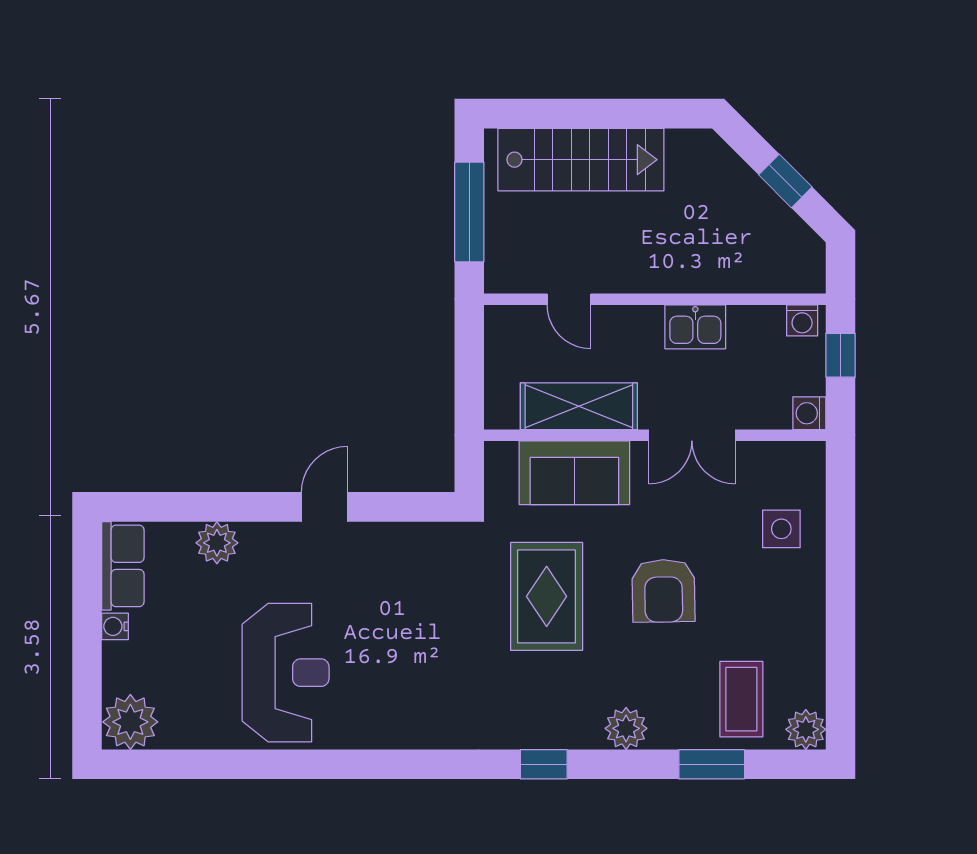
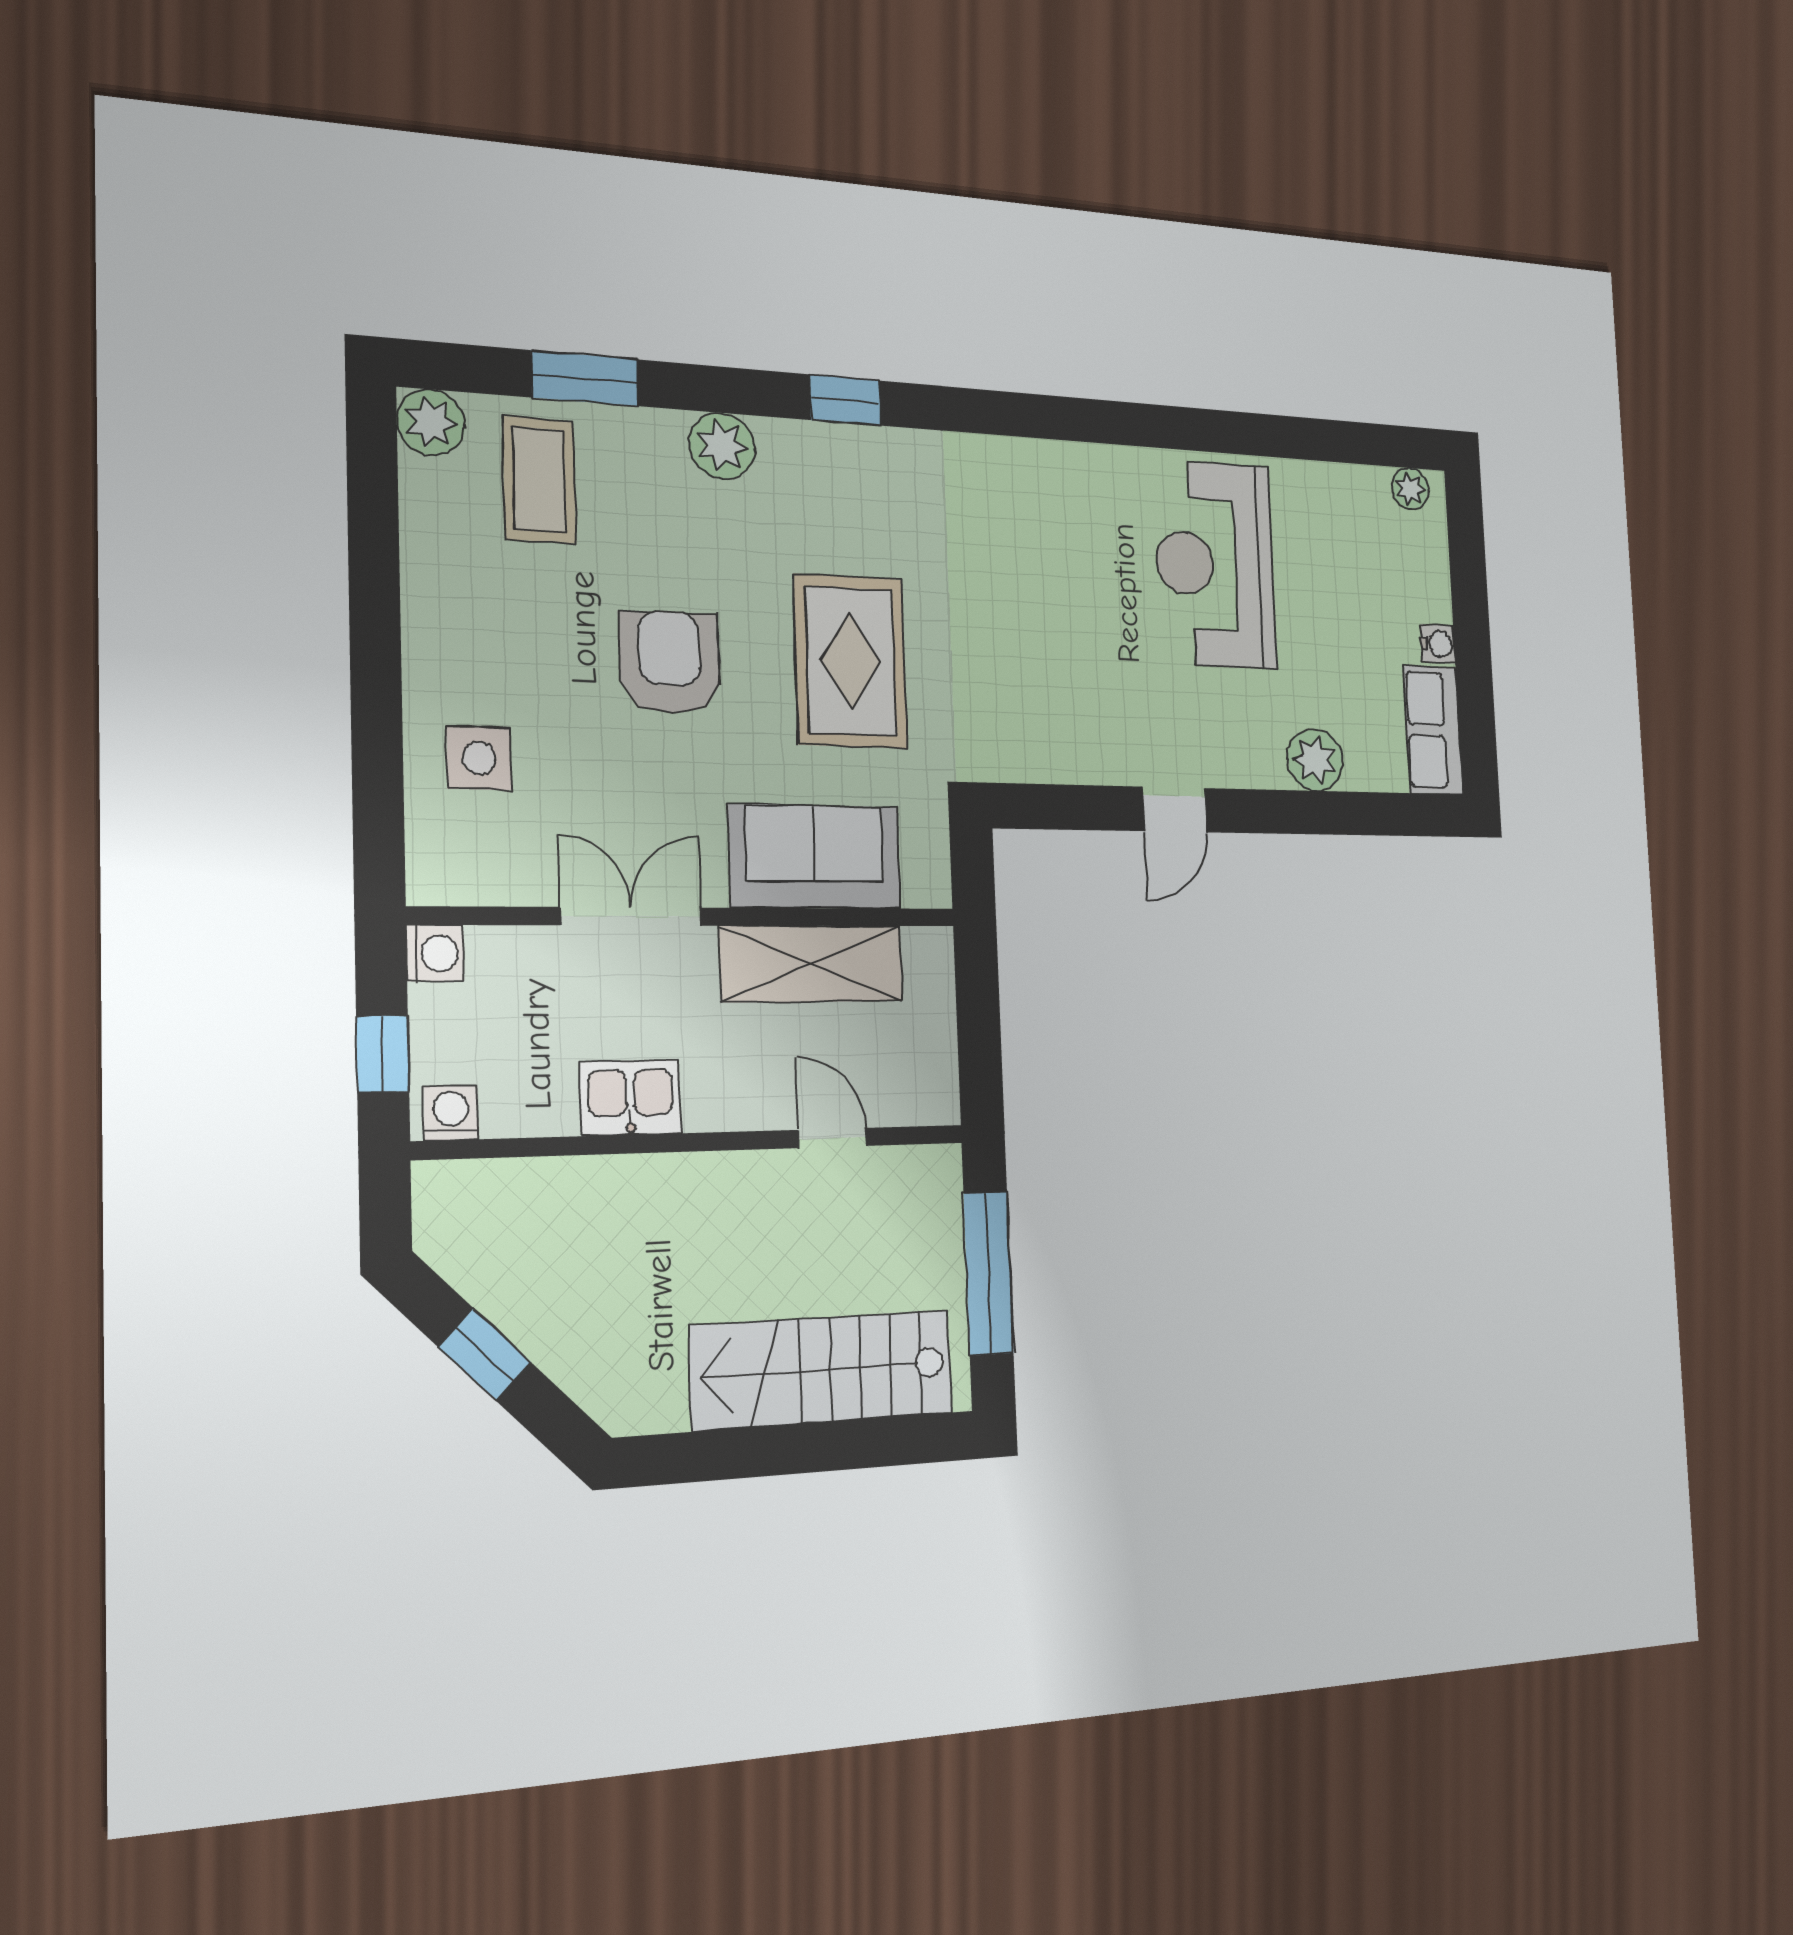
plant: (130, 722) -> (1410, 489), width x0.53, depth x0.53

